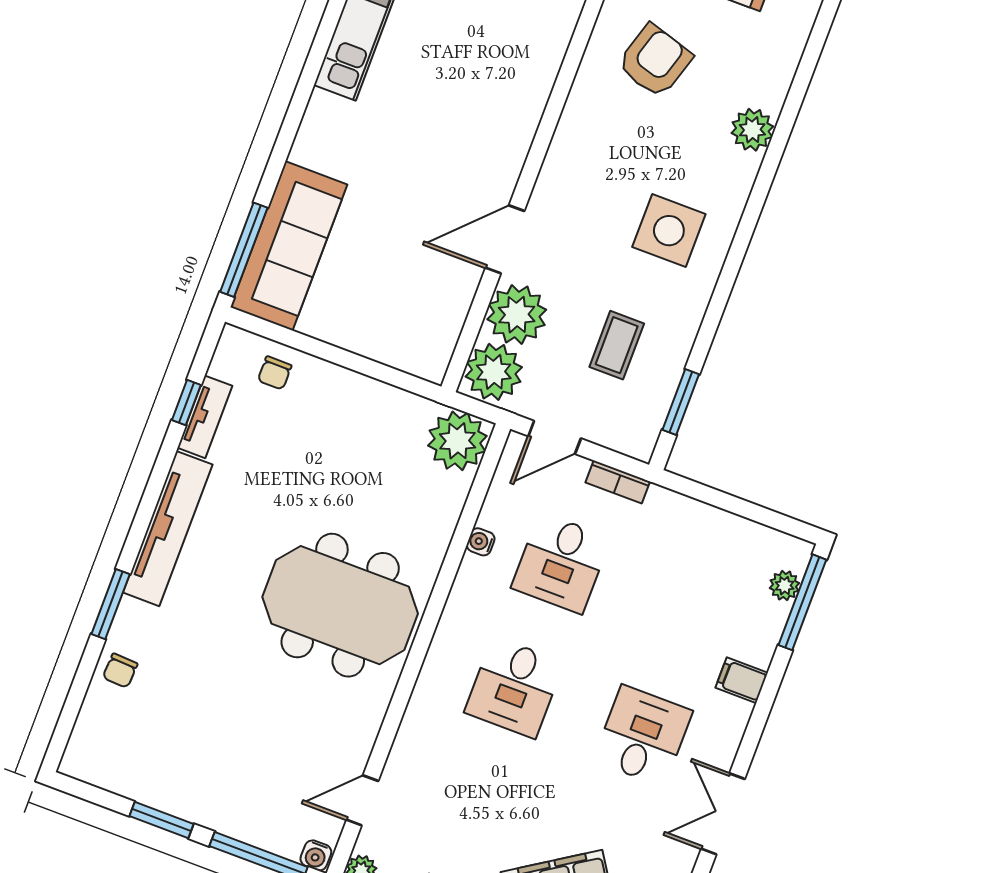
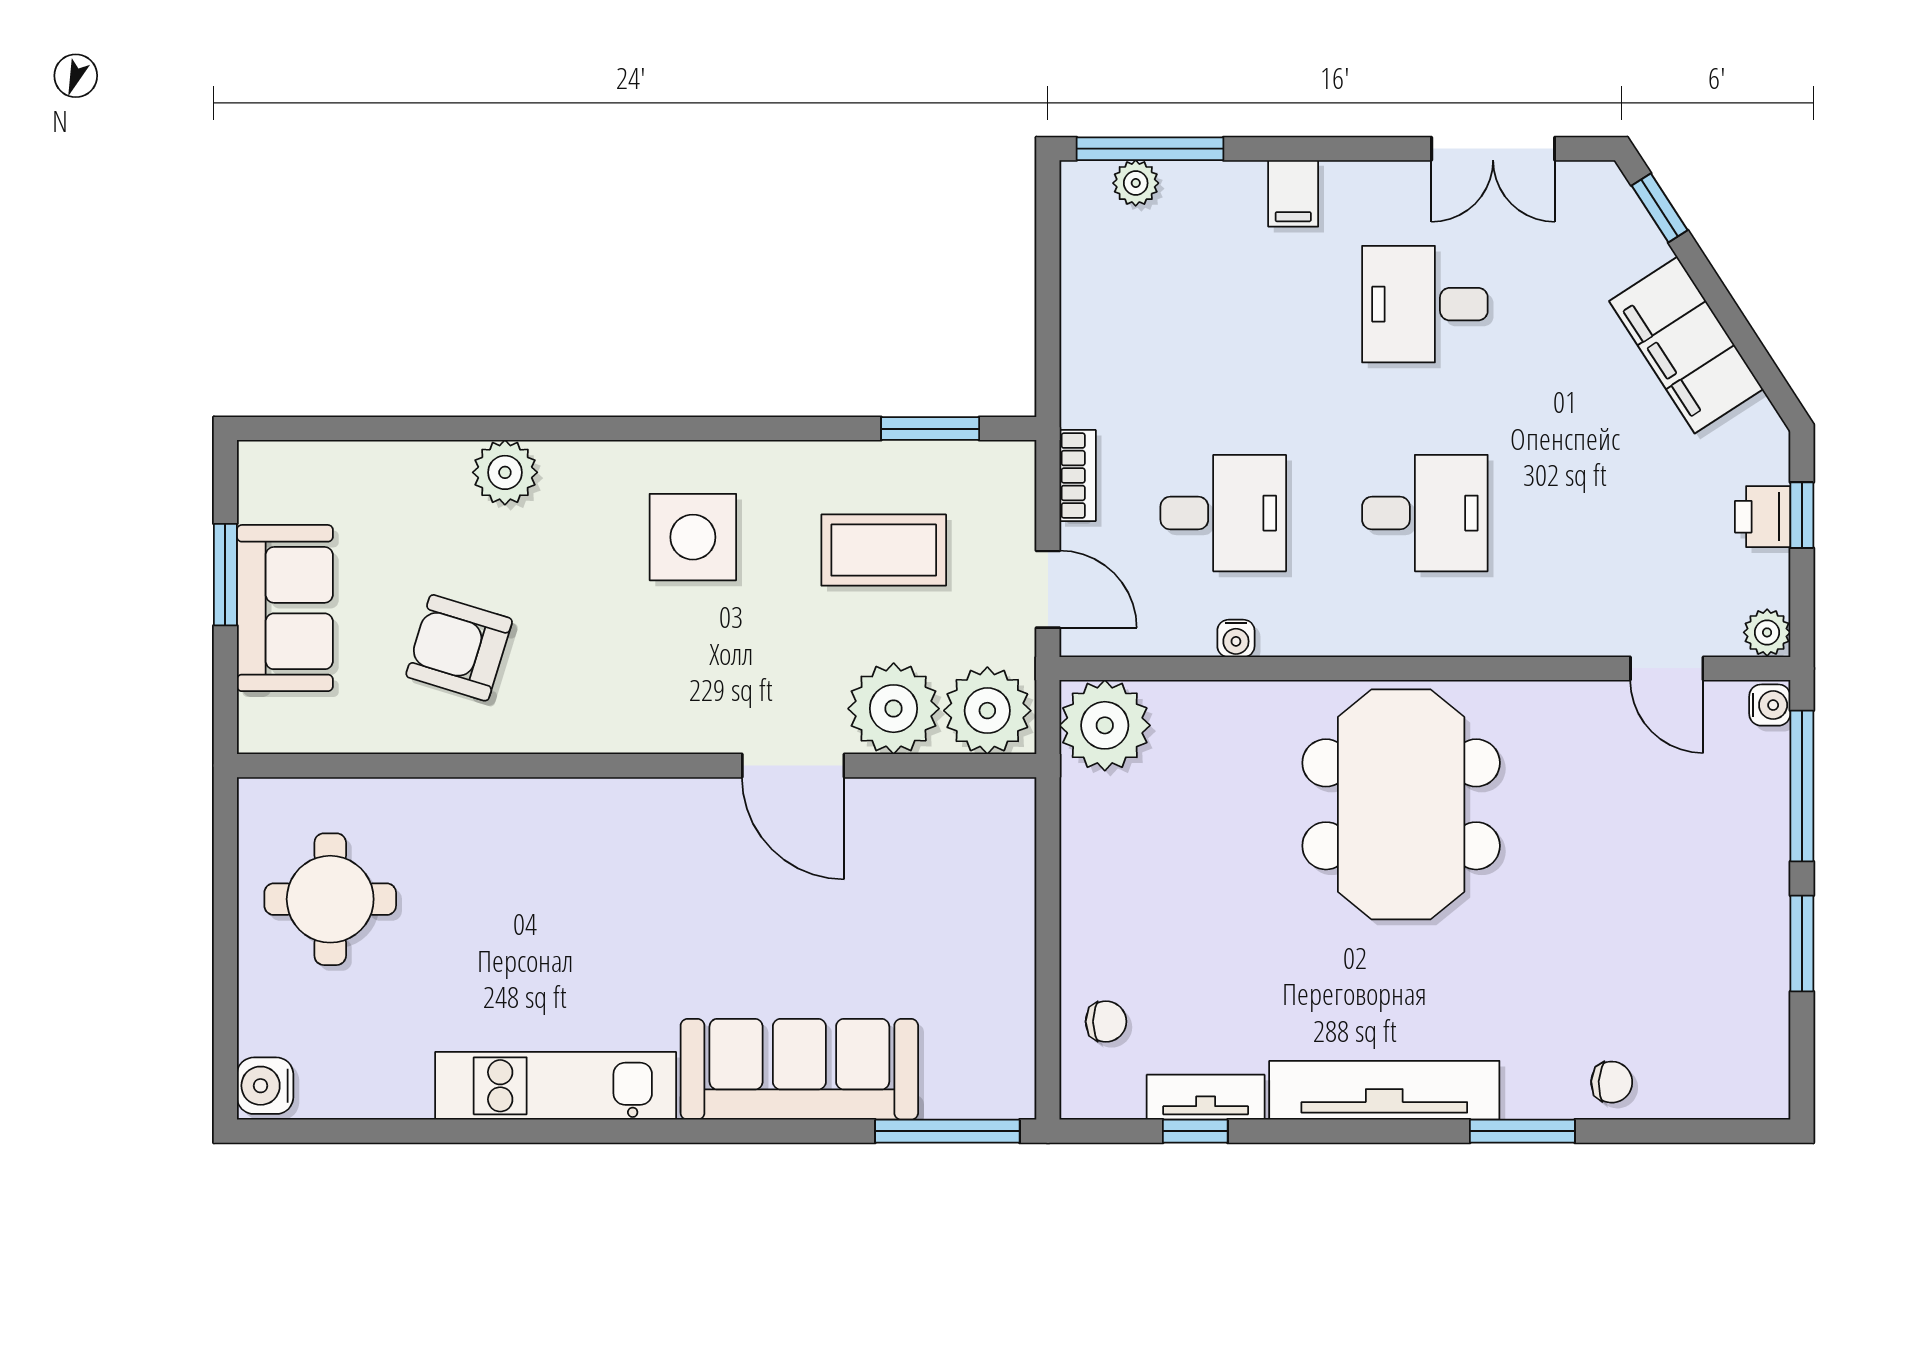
sofa: (289, 246) -> (799, 1069), moved
coffee table: (617, 345) -> (884, 550), width x1.36, depth x1.30

